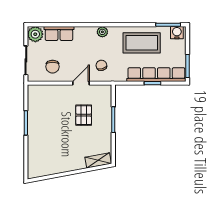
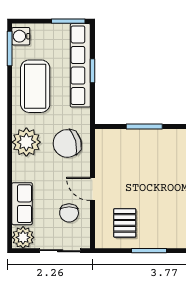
plant: (102, 32) -> (26, 142), width x1.88, depth x1.88
chair: (101, 65) -> (67, 143), width x1.87, depth x1.87
chair: (53, 67) -> (69, 213), turned 90
door: (81, 83) -> (93, 189), moved
pallet: (84, 115) -> (125, 223), moved, turned 90

